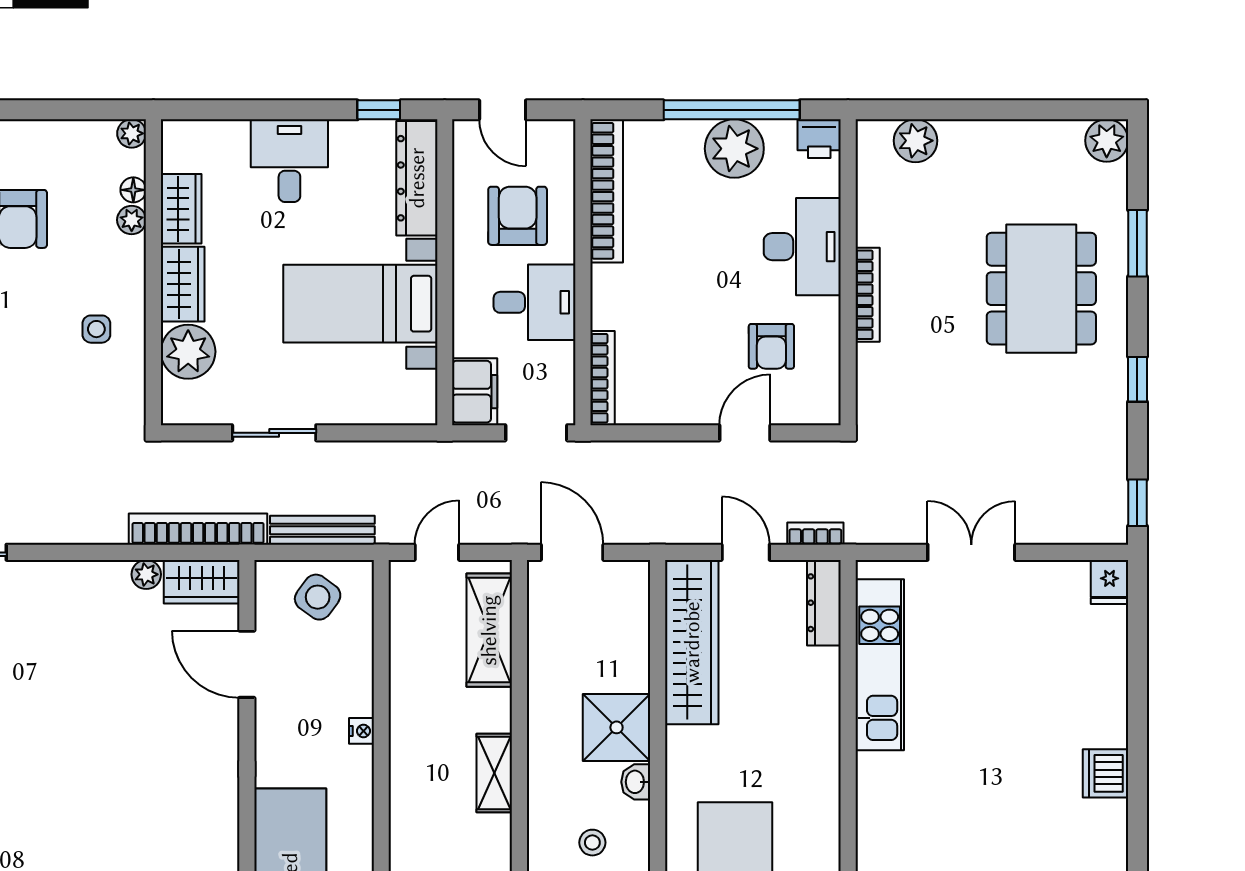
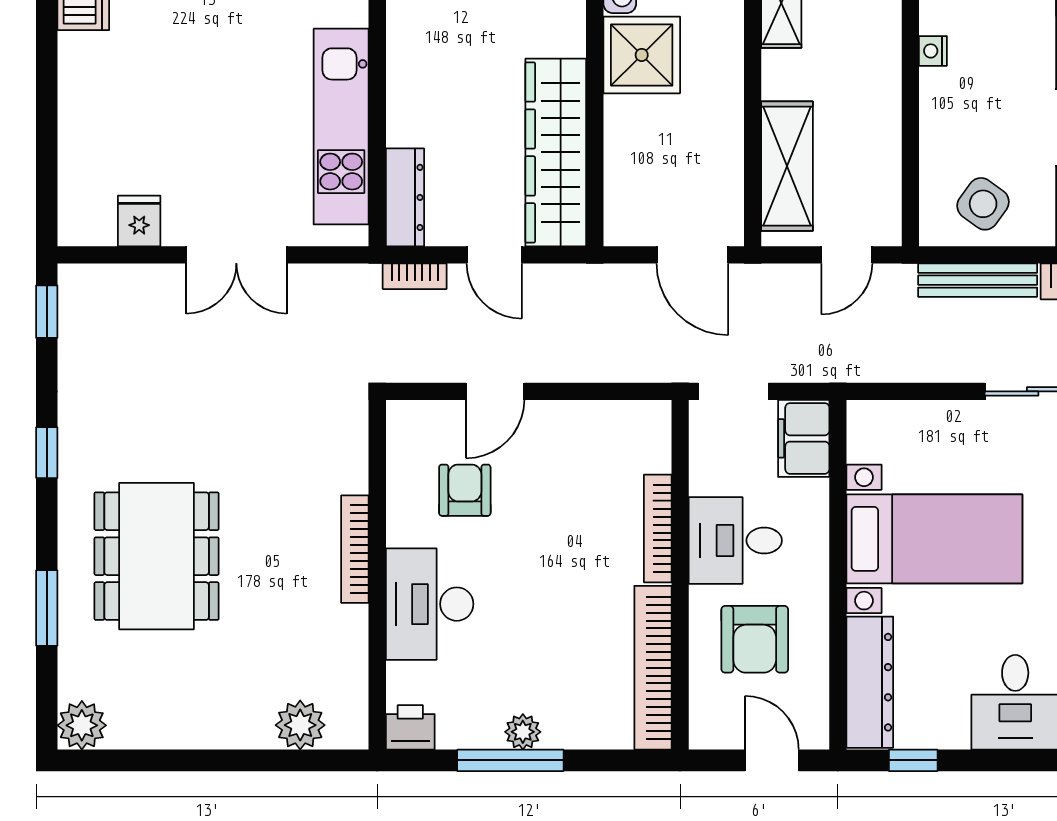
window: (732, 110) -> (510, 760), width x0.68
plant: (734, 149) -> (523, 732), width x0.53, depth x0.53
bookcase: (602, 378) -> (658, 529), moved
fridge: (1110, 582) -> (139, 221), moved

